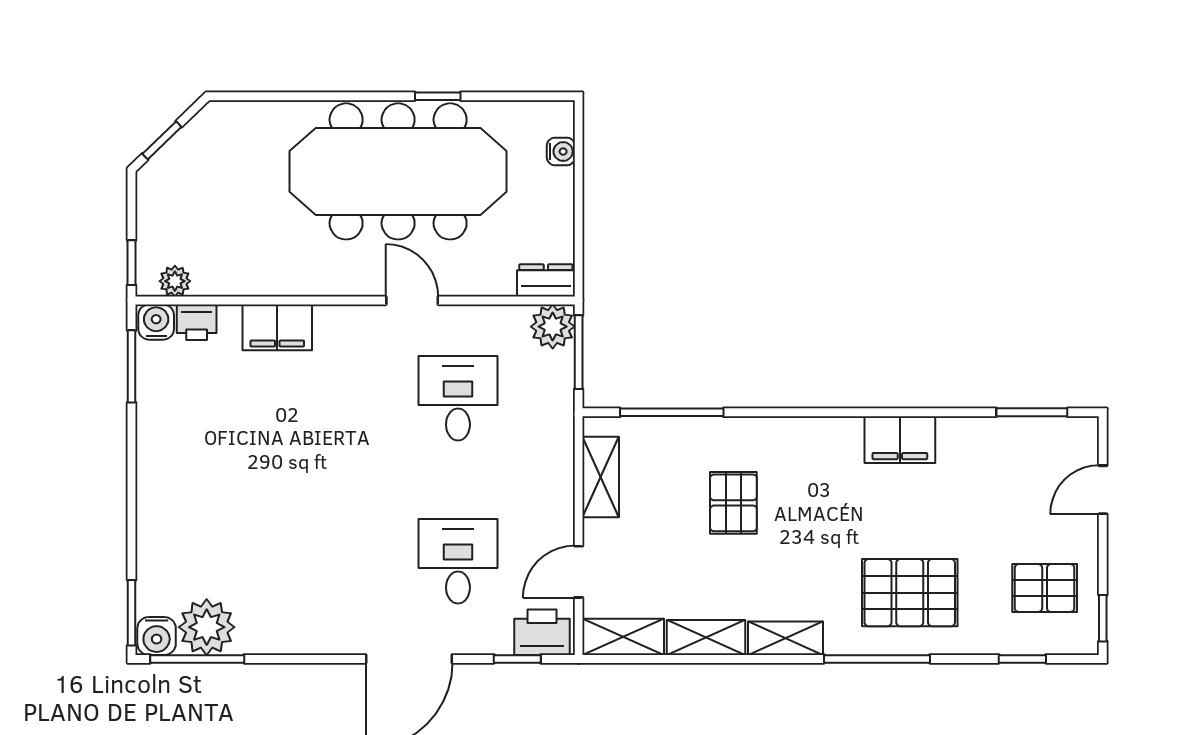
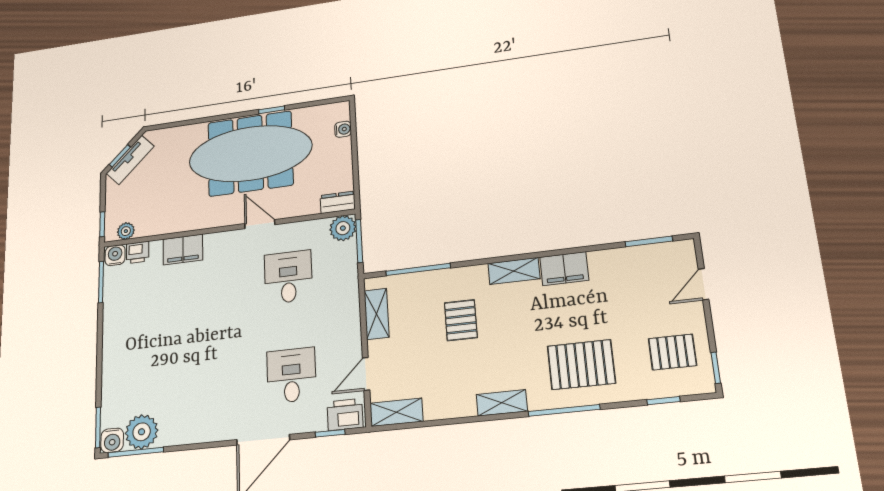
tv unit: (181, 151) -> (130, 160), added
shelving: (706, 637) -> (514, 271), moved

